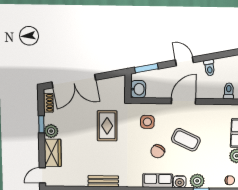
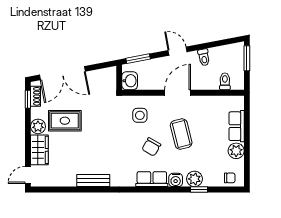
window: (41, 124) -> (28, 99), moved
rug: (107, 126) -> (65, 121), moved, turned 90
coffee table: (186, 140) -> (181, 134), turned 51

